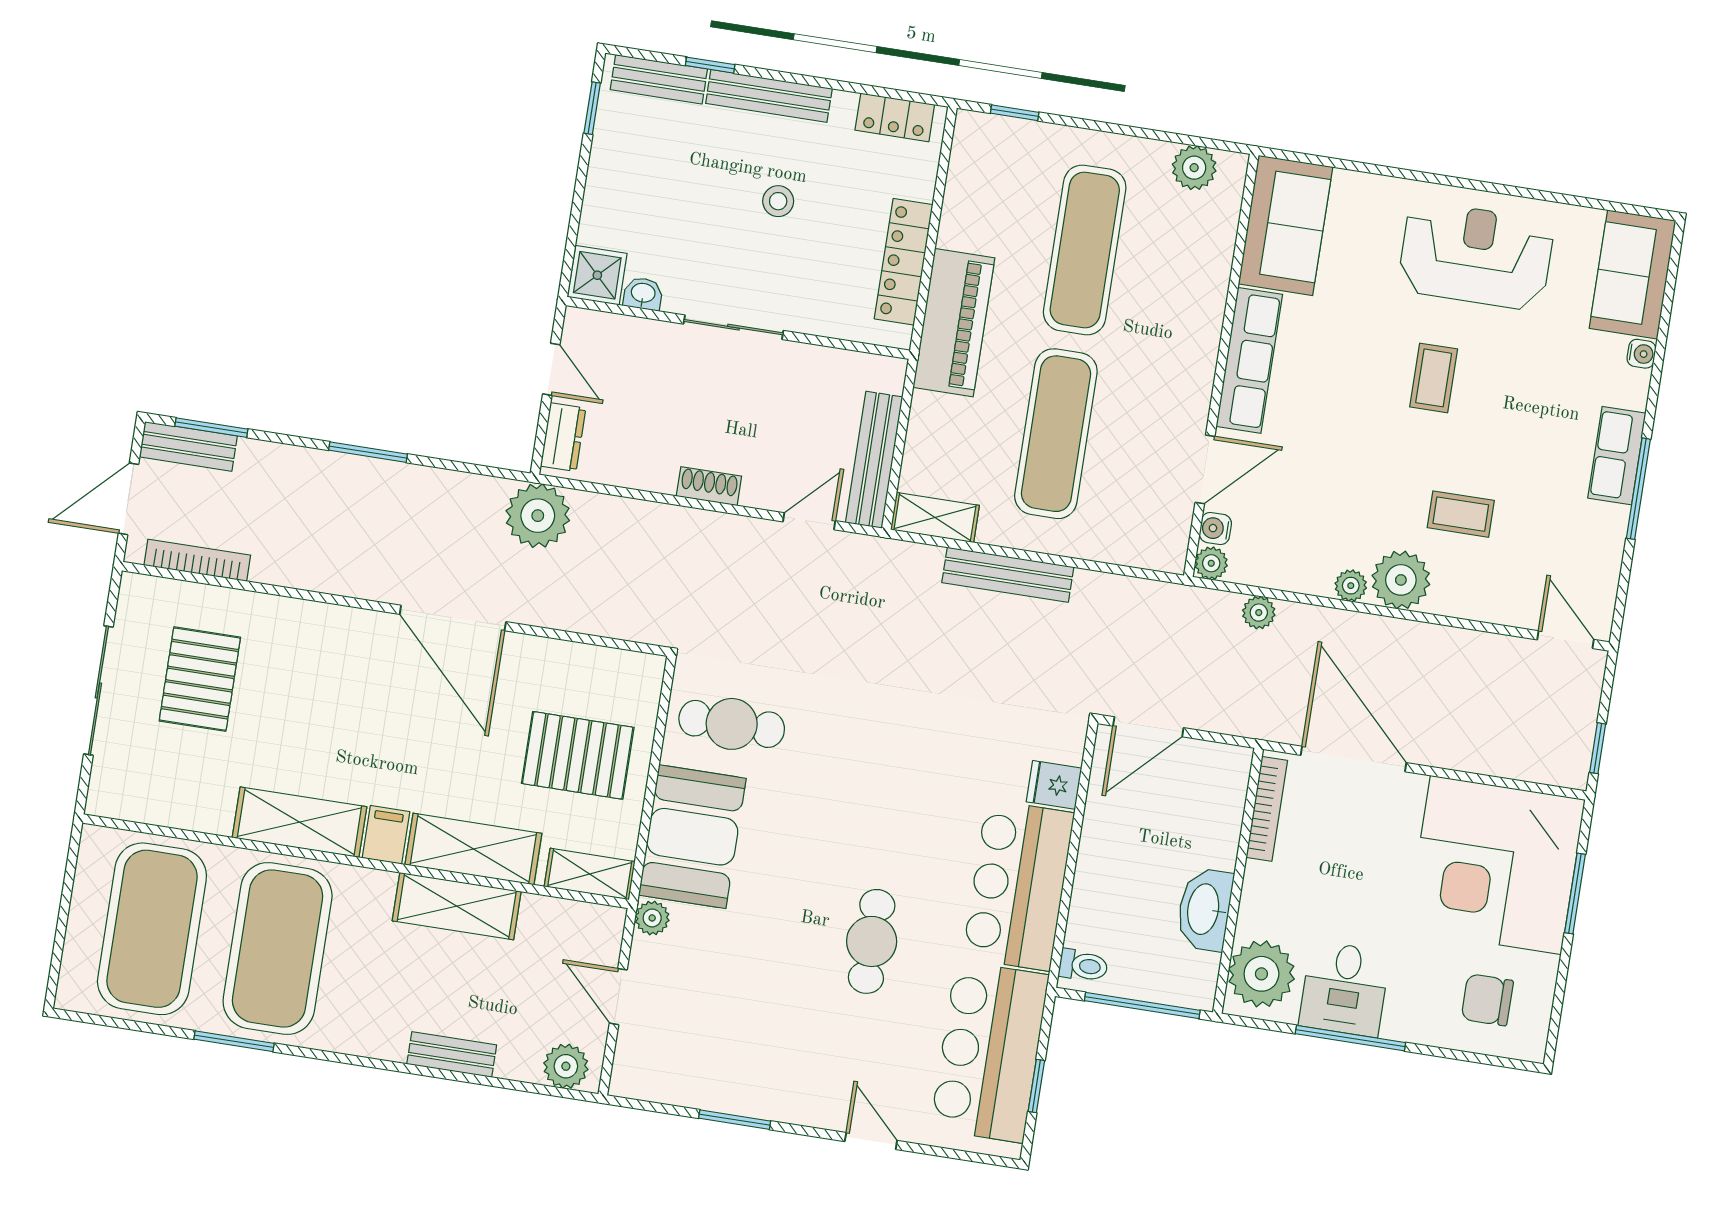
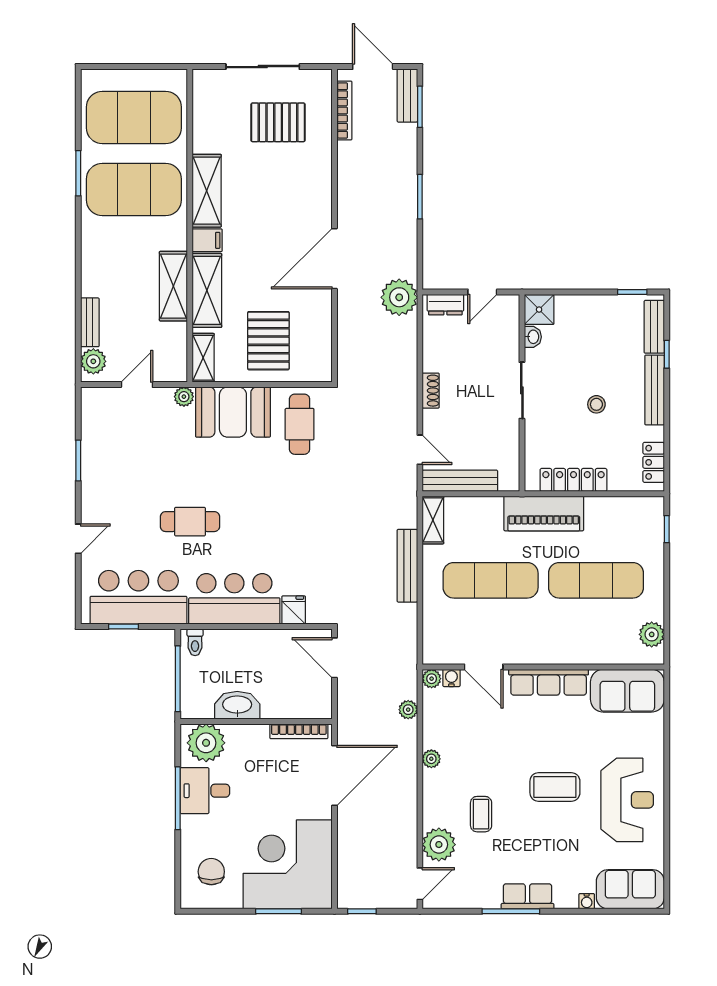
coffee table: (1434, 378) -> (555, 787), width x1.36, depth x1.30
plant: (1401, 580) -> (439, 845), moved
bench: (452, 1054) -> (90, 322), moved

